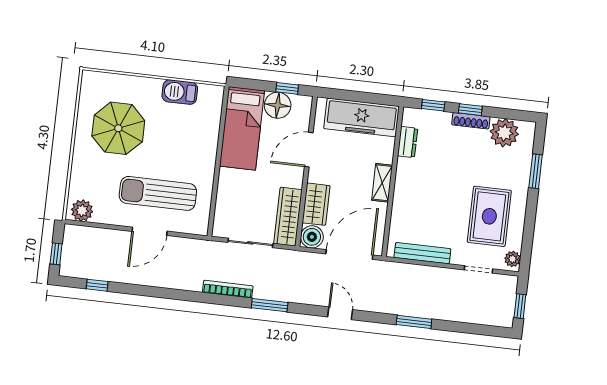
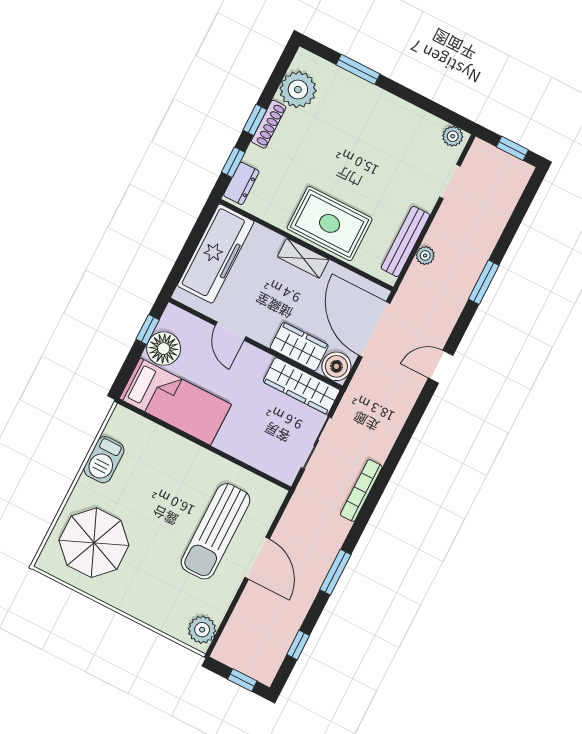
parasol: (118, 128) -> (94, 543), moved
dresser: (408, 142) -> (241, 183), moved, turned 90
door: (309, 150) -> (231, 331), width x0.73
rug: (489, 216) -> (330, 223), moved
plant: (418, 272) -> (425, 255), added
window: (270, 305) -> (335, 572), moved

